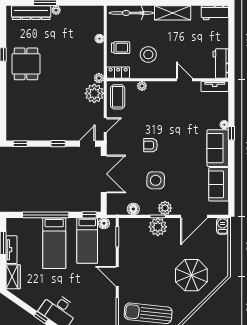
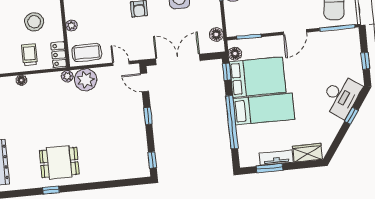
floor lamp: (133, 209) -> (216, 35), moved
bed: (87, 241) -> (258, 77), width x1.50

